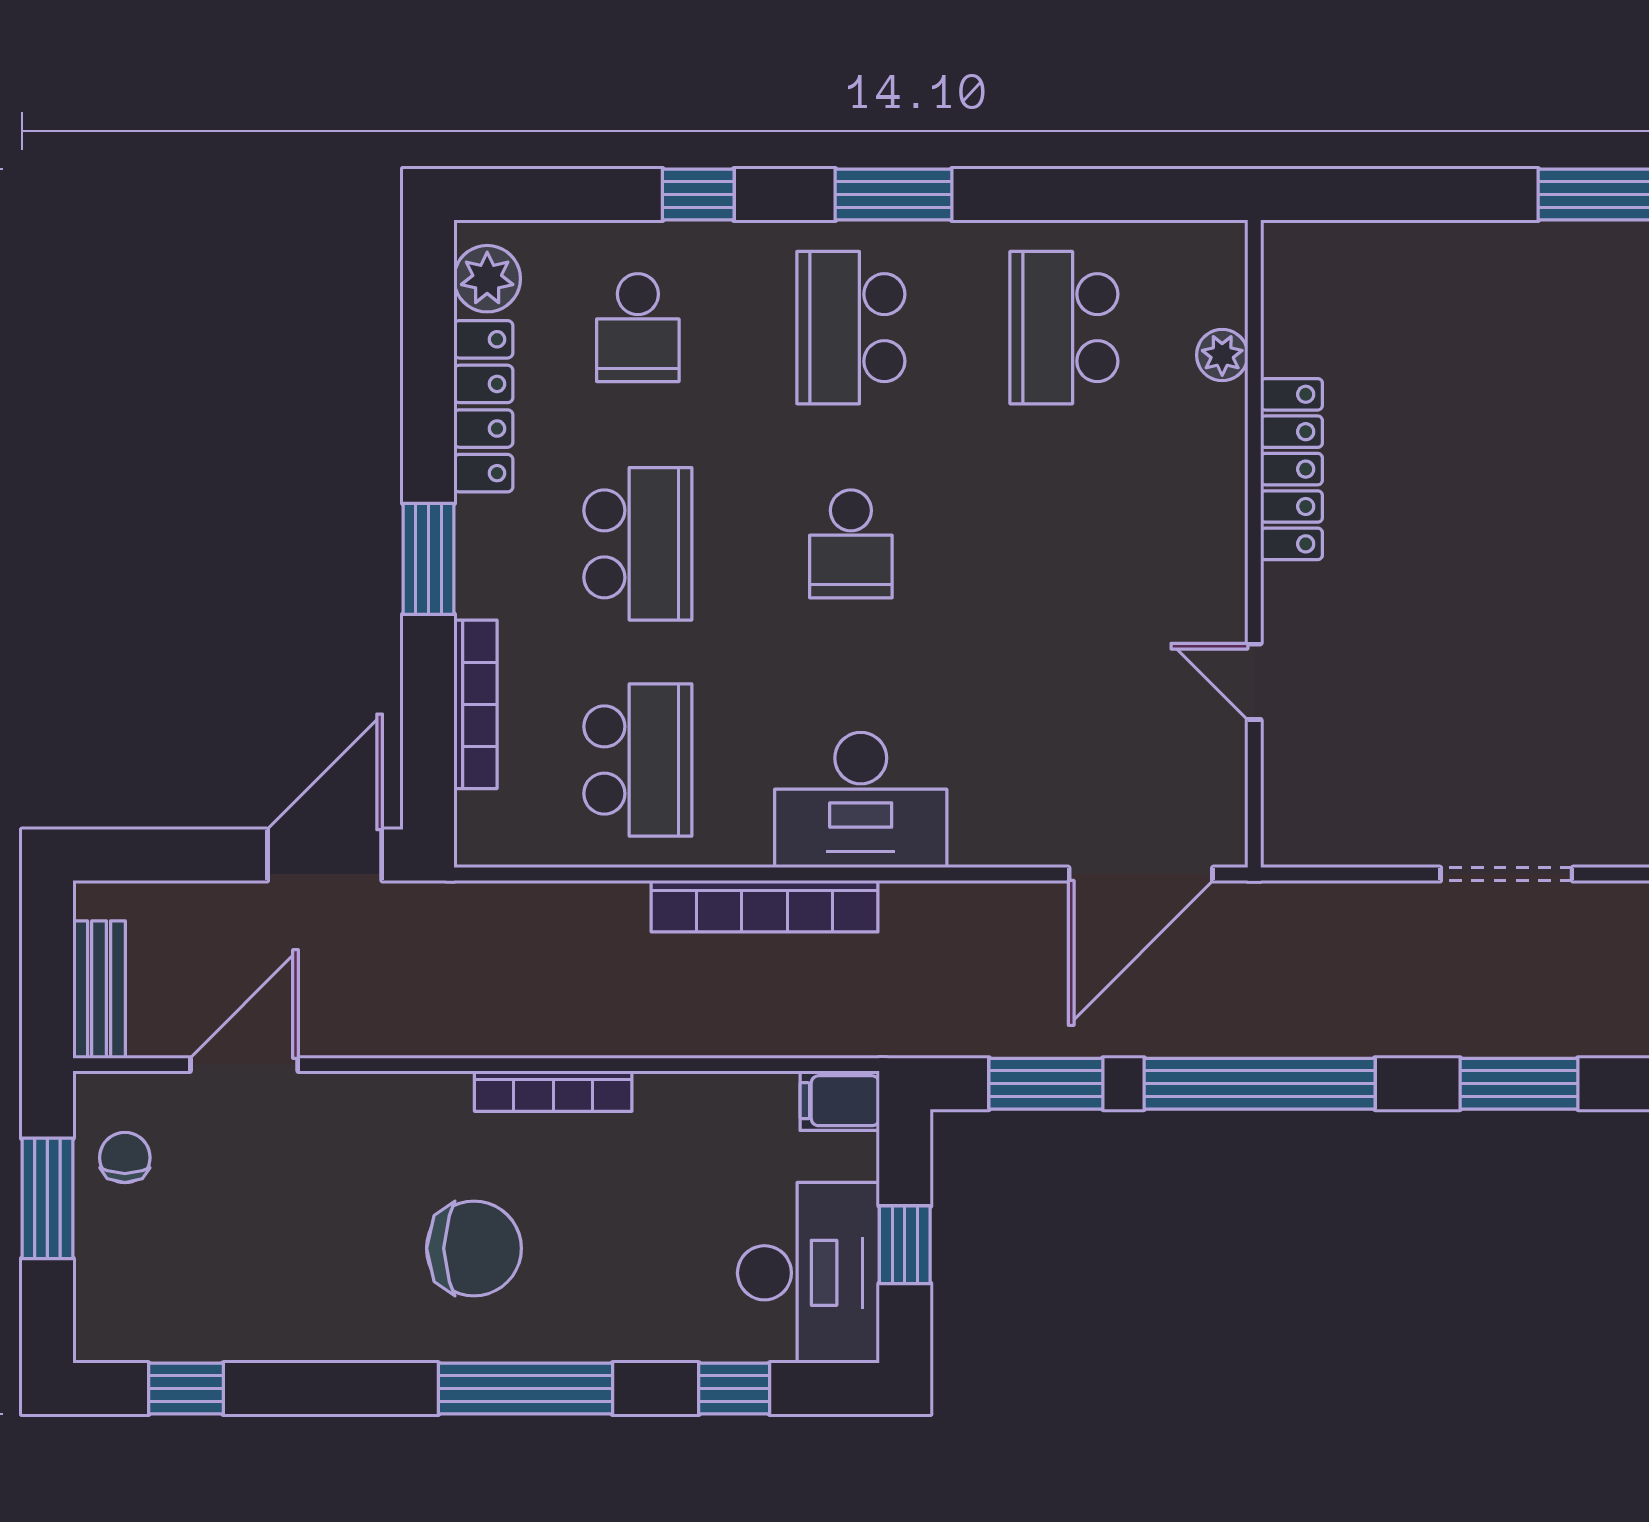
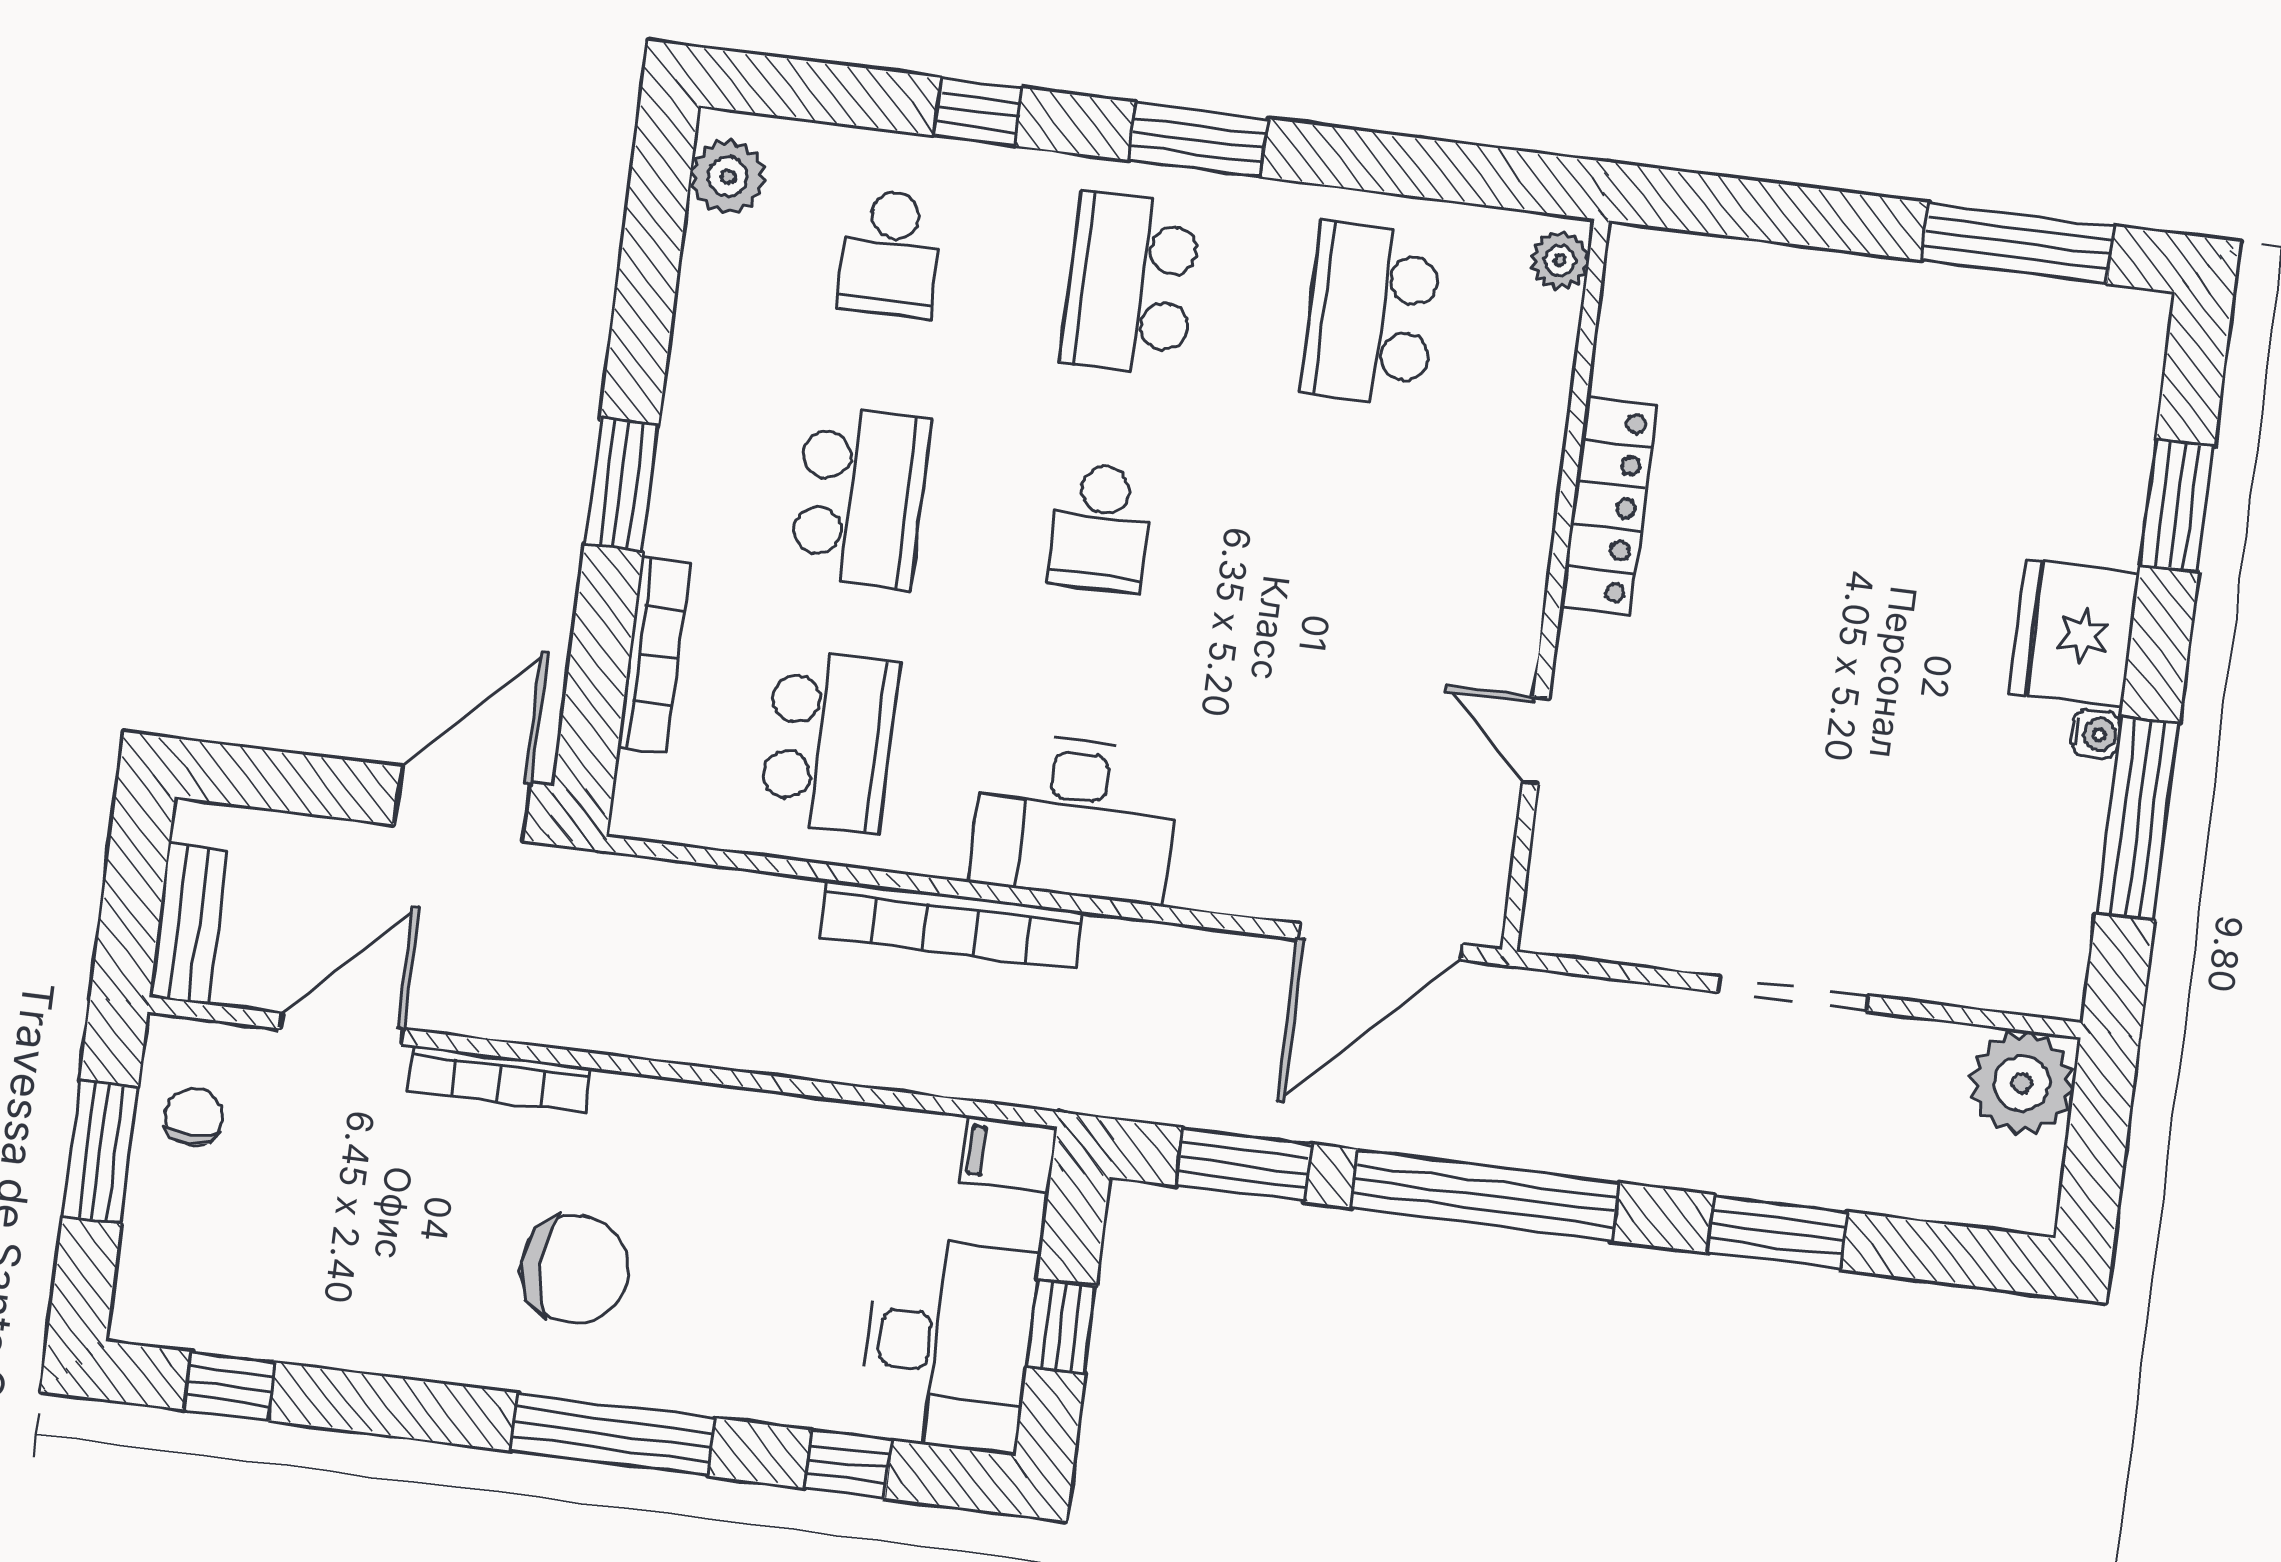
plant: (1222, 355) -> (1560, 260), moved
locker: (483, 406) -> (705, 320), removed
bookcase: (553, 1091) -> (499, 1079), moved

